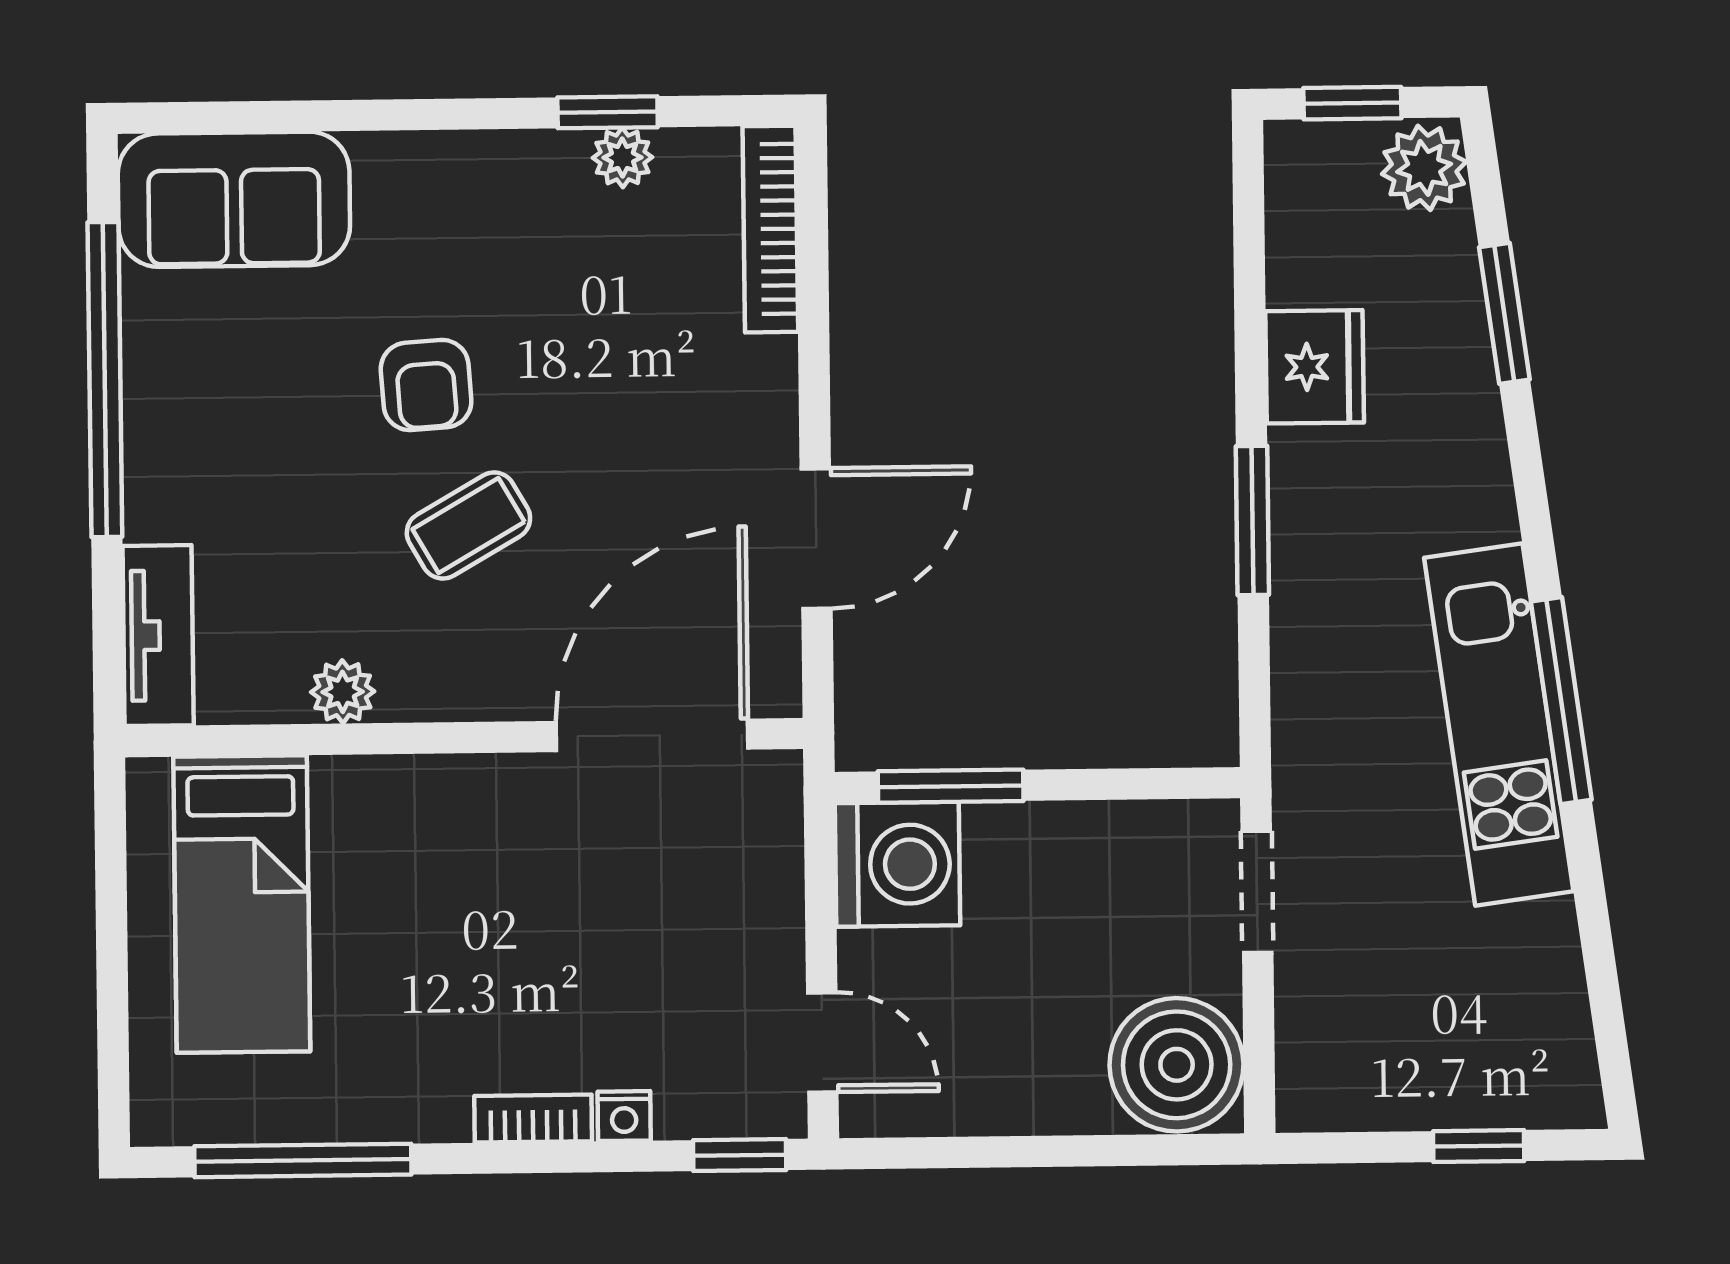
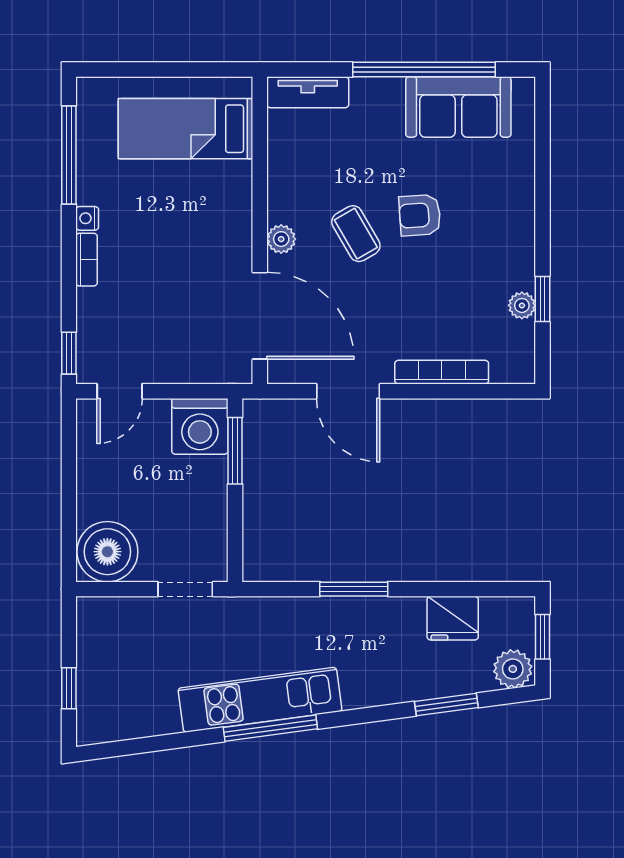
sofa: (234, 199) -> (458, 107), moved, turned -90
bookcase: (770, 229) -> (442, 372), moved
fridge: (1315, 367) -> (453, 618), moved
plant: (343, 692) -> (281, 239), moved
nightstand: (624, 1116) -> (87, 218), moved

